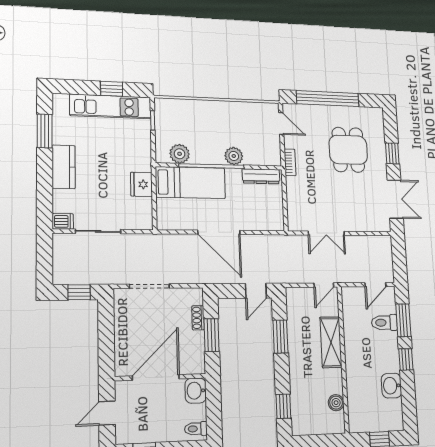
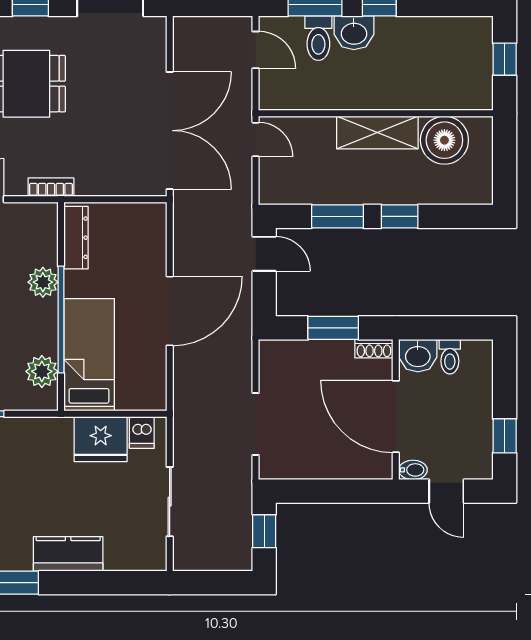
fridge: (141, 184) -> (101, 439), width x1.36, depth x1.34
dishwasher: (63, 221) -> (142, 433), moved, turned 180
double door: (326, 233) -> (170, 131), width x1.87
shoe rack: (198, 318) -> (374, 349), moved
shelving: (331, 342) -> (377, 132), moved
washbasin: (391, 386) -> (354, 33), moved
bidet: (121, 390) -> (413, 470), added
boiler: (336, 403) -> (444, 140), width x1.86, depth x1.86
window: (283, 406) -> (400, 216), moved
toilet: (196, 429) -> (450, 357), moved

